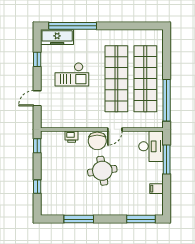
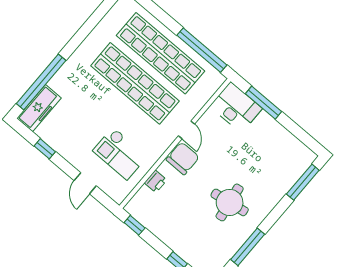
checkout: (72, 74) -> (120, 153), moved, turned 90
chair: (97, 141) -> (183, 158), turned -90
round table: (102, 171) -> (230, 202), moved
filing cabinet: (156, 189) -> (285, 139), removed

